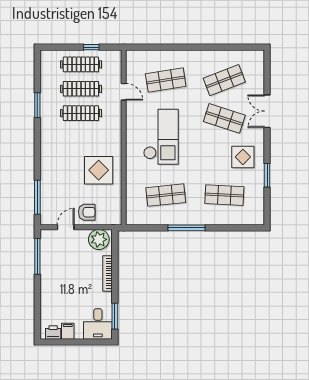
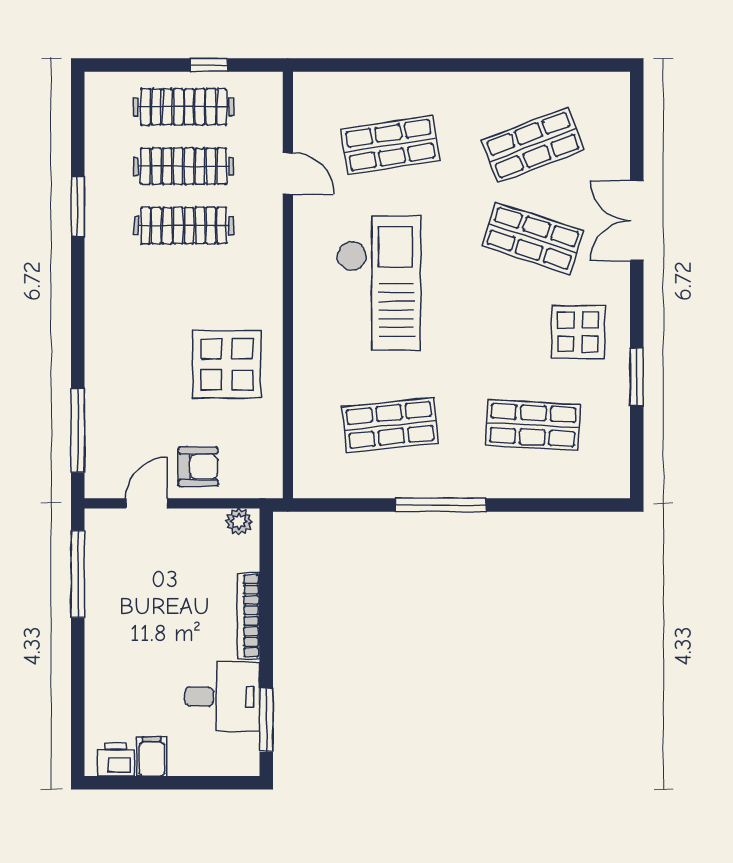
plant: (99, 239) -> (239, 522), width x0.53, depth x0.53
desk: (98, 324) -> (222, 697), moved, turned -90

